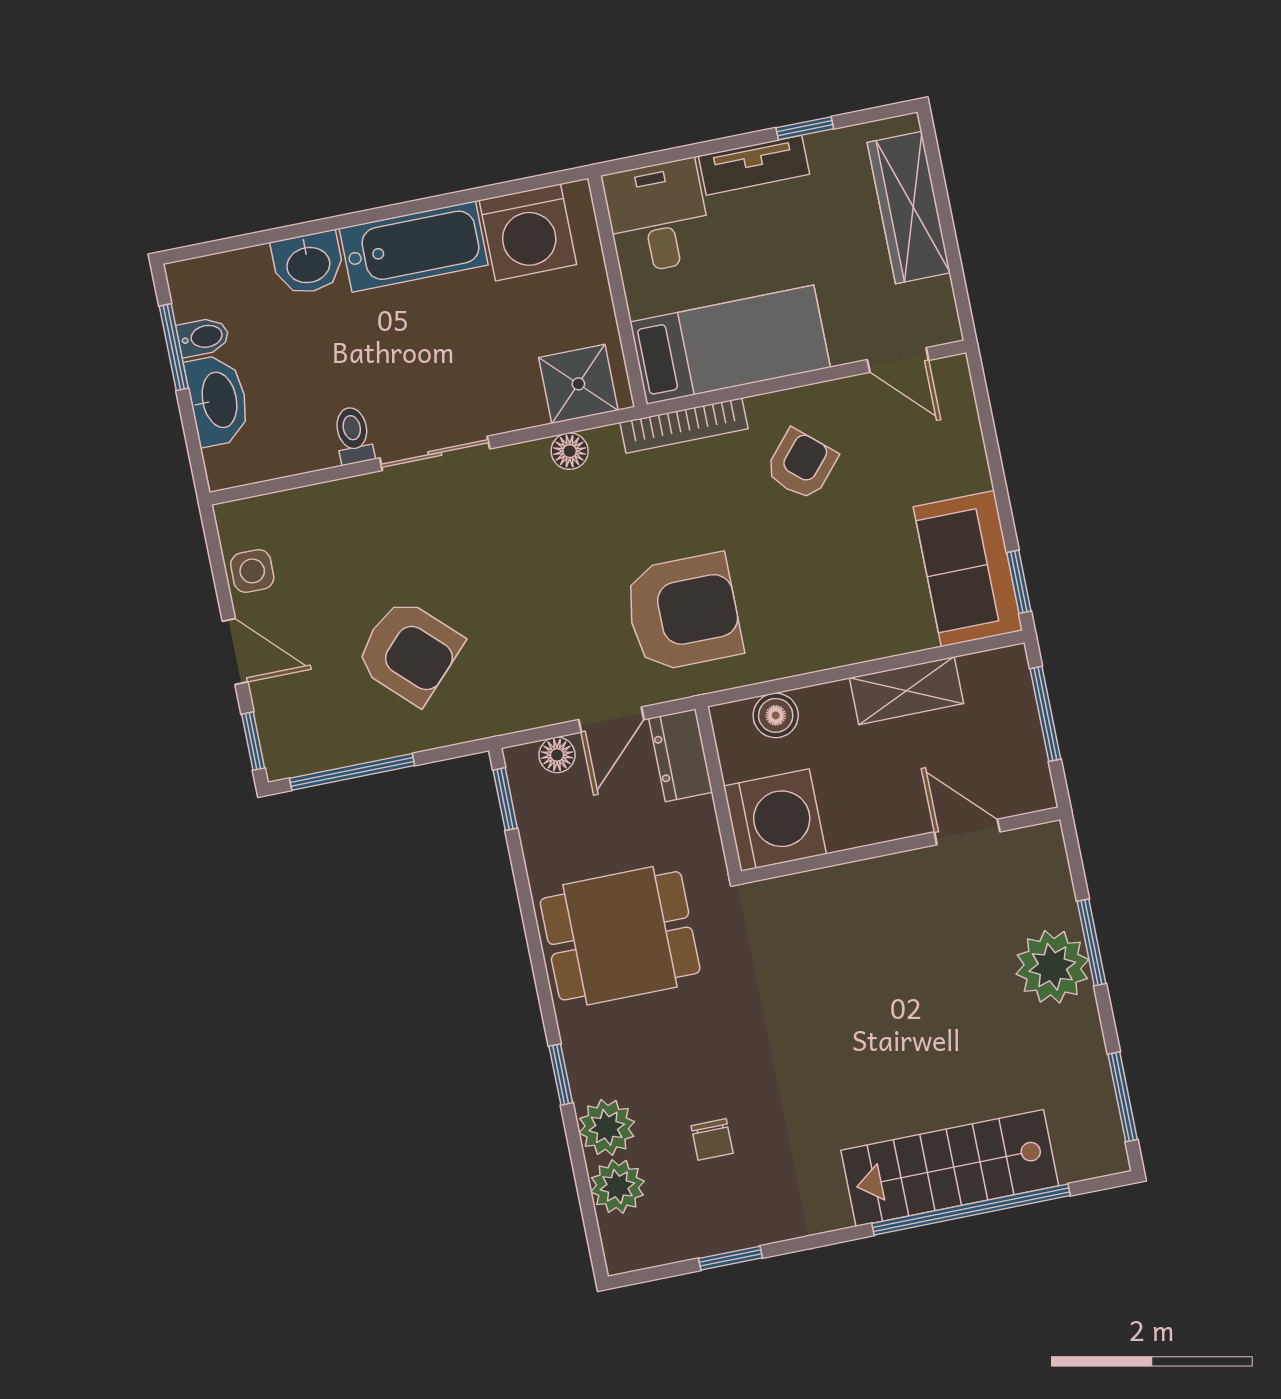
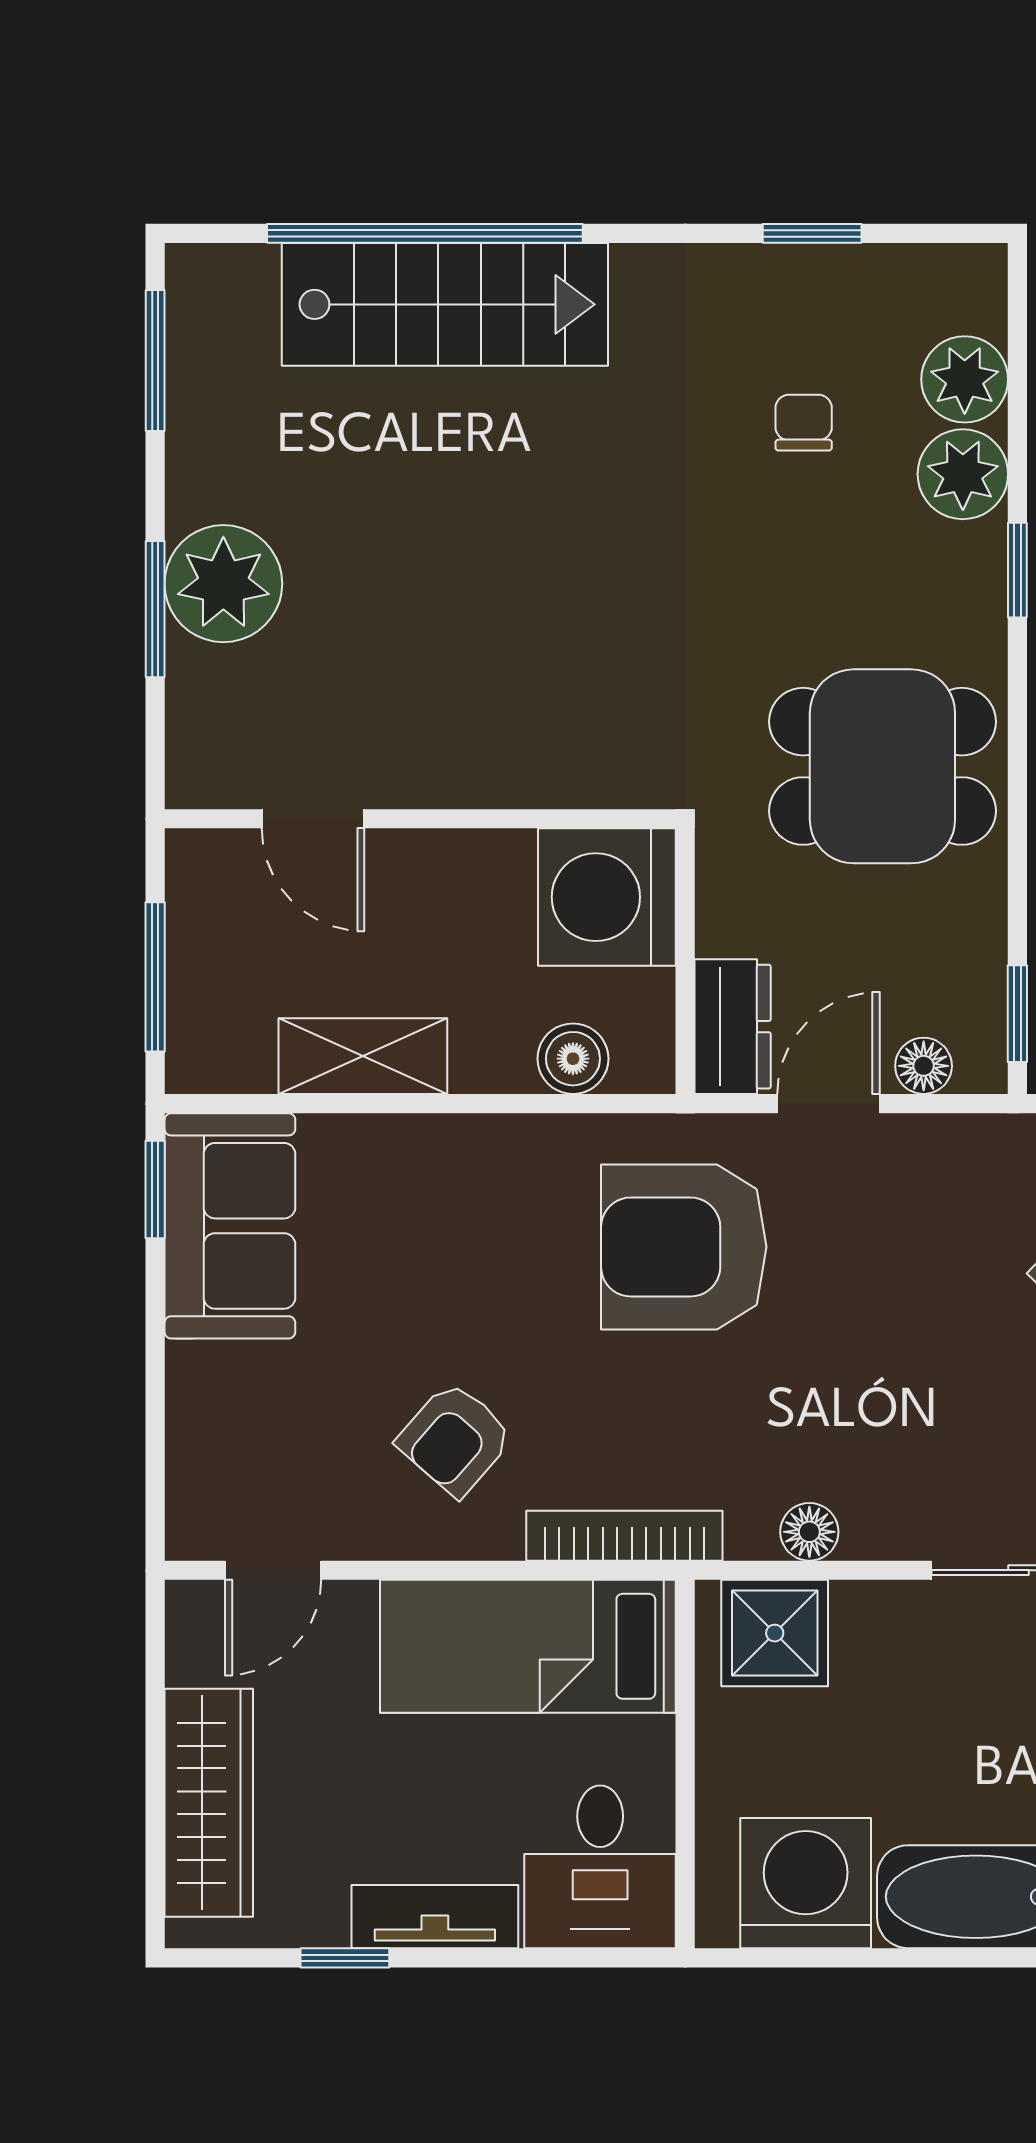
door: (898, 360) -> (273, 1570), swing flipped

